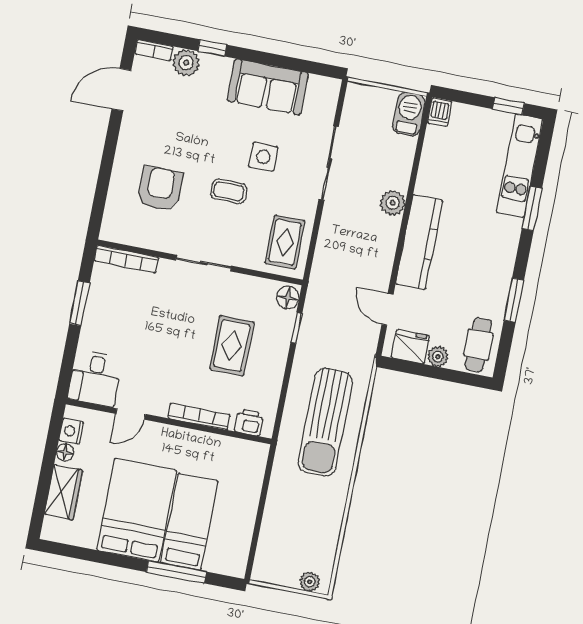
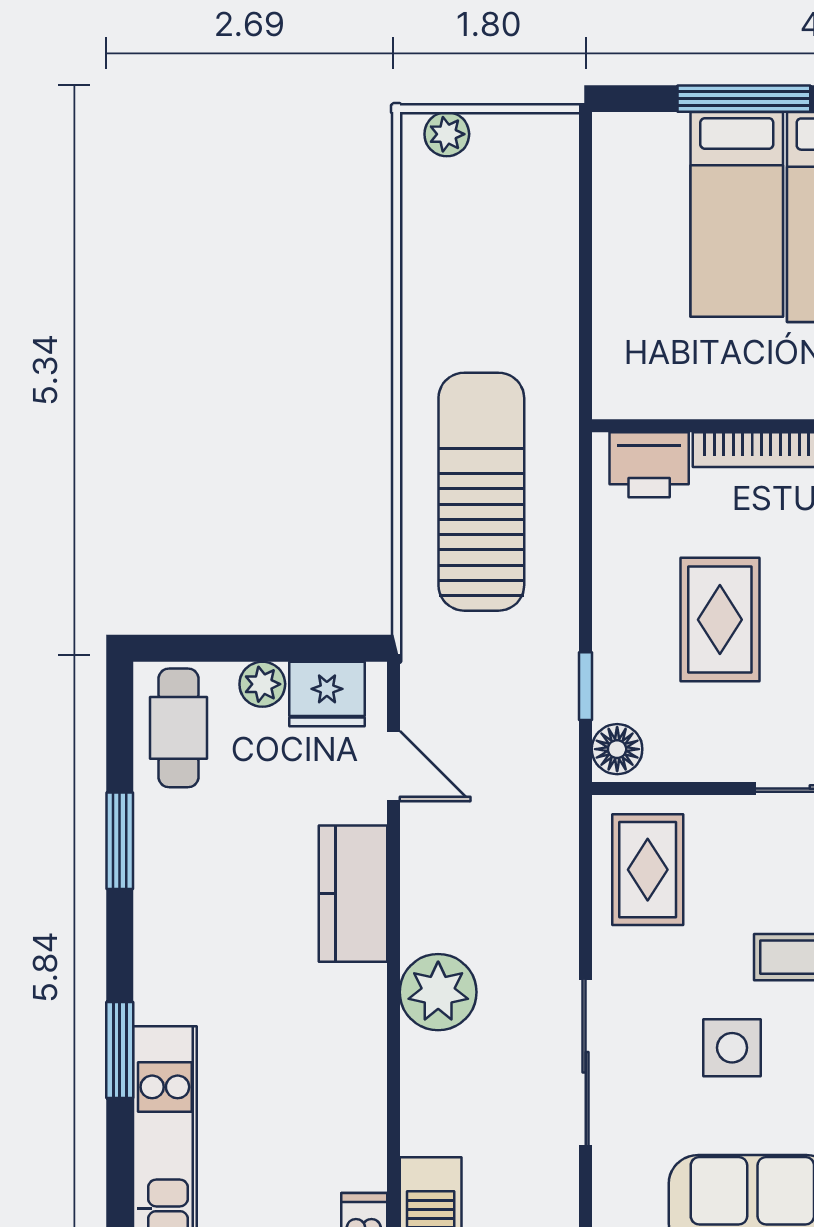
plant: (393, 203) -> (438, 992), width x1.36, depth x1.36
kitchen counter: (419, 242) -> (353, 894), width x0.67
printer: (249, 422) -> (649, 465), width x1.36, depth x1.24

